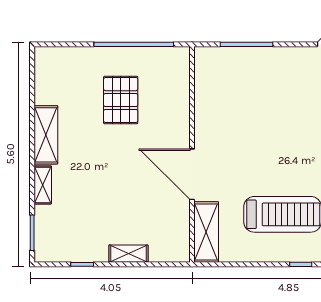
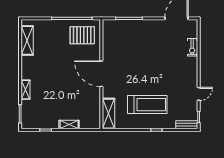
pallet: (121, 100) -> (82, 35), moved, turned 90
shelving: (46, 135) -> (27, 40), moved
door: (192, 174) -> (101, 74), moved

